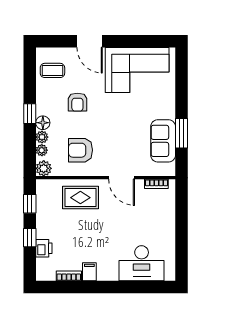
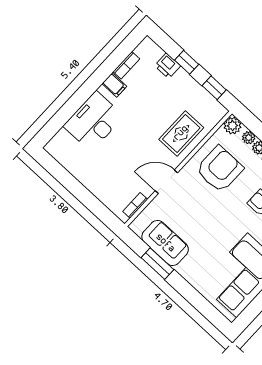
armchair: (80, 150) -> (220, 169), width x1.36, depth x1.36
desk: (142, 263) -> (94, 121), moved

